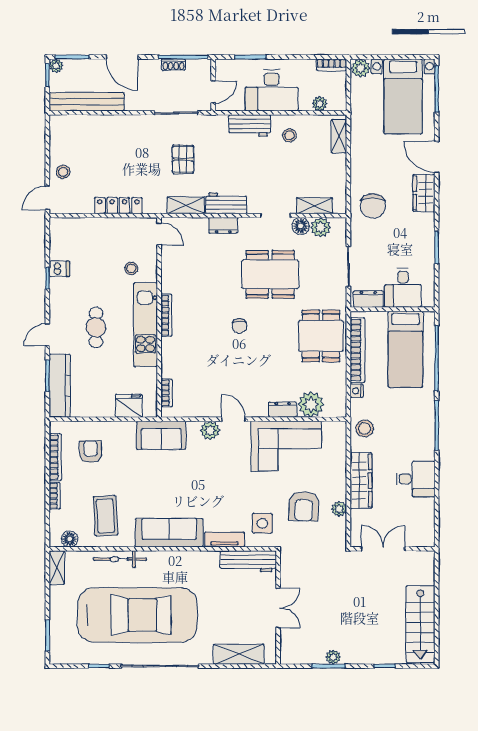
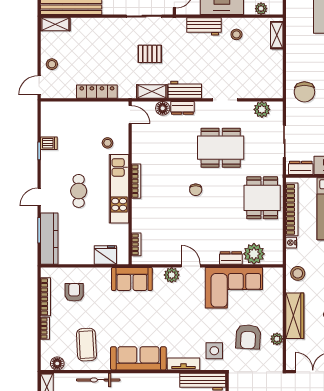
pallet: (183, 159) -> (150, 54), turned 90
shelving: (315, 206) -> (55, 24), moved
floor lamp: (301, 226) -> (163, 108), moved

